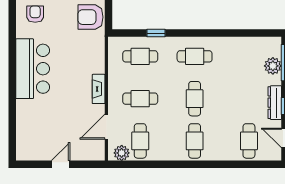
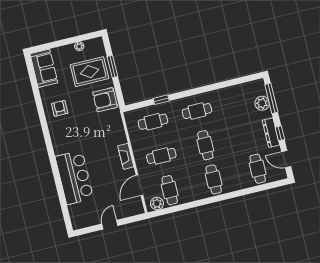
bar counter: (33, 69) -> (74, 177), moved

